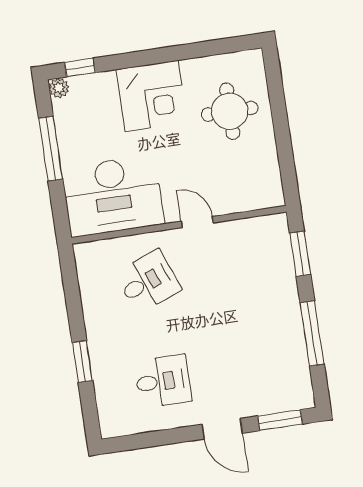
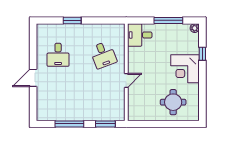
window: (80, 67) -> (202, 54), moved
desk: (113, 196) -> (140, 35), width x0.53, depth x0.77
window: (280, 420) -> (33, 104), removed

